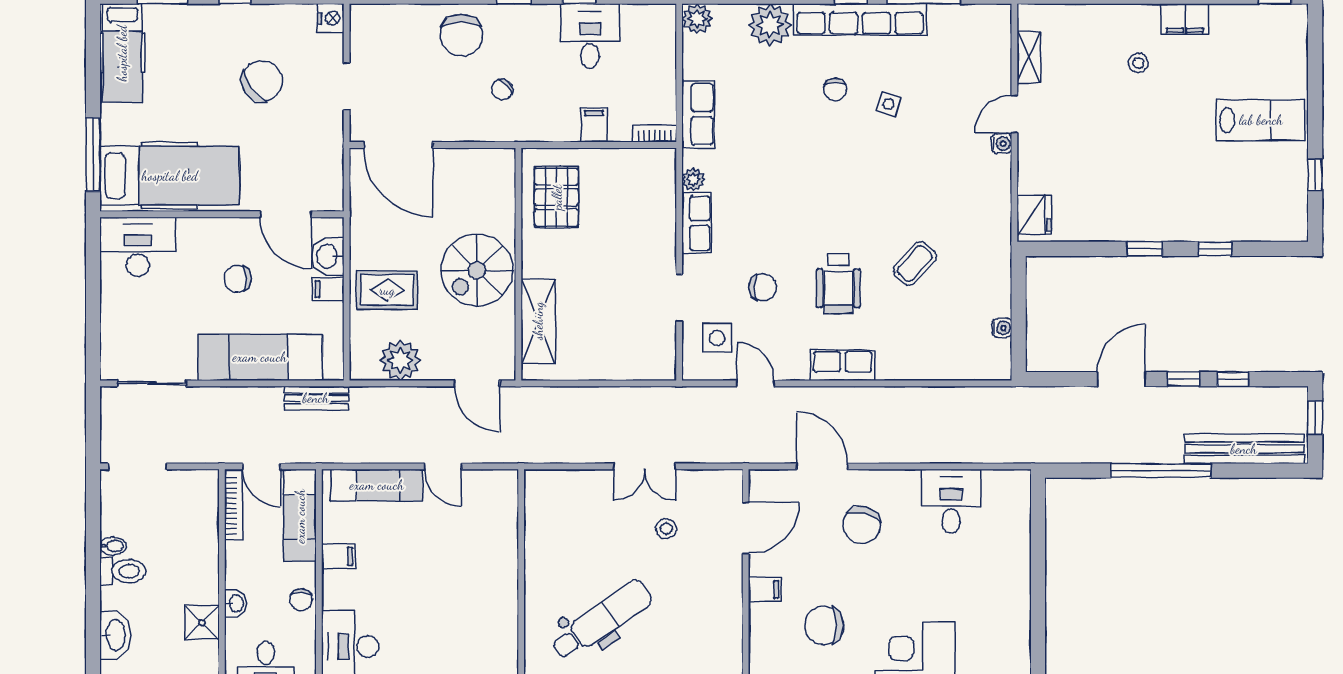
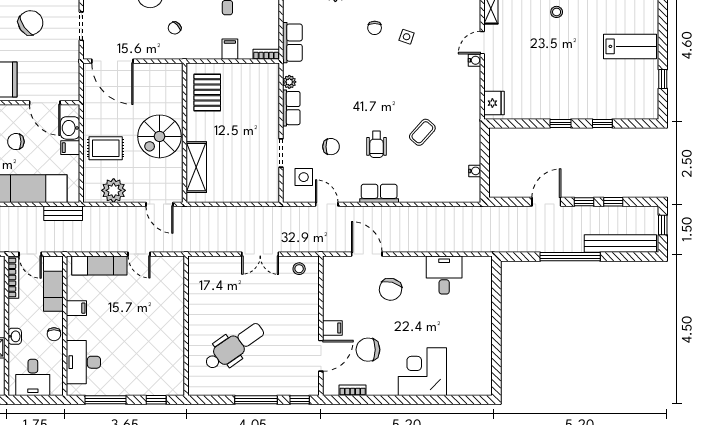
wheelchair: (838, 284) -> (376, 144), width x0.73, depth x0.73
door: (746, 528) -> (321, 356), moved
stool: (666, 529) -> (299, 269), moved

